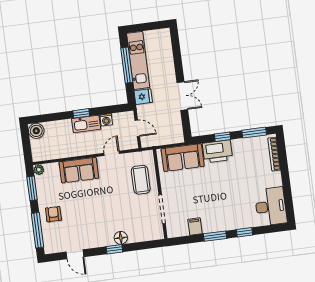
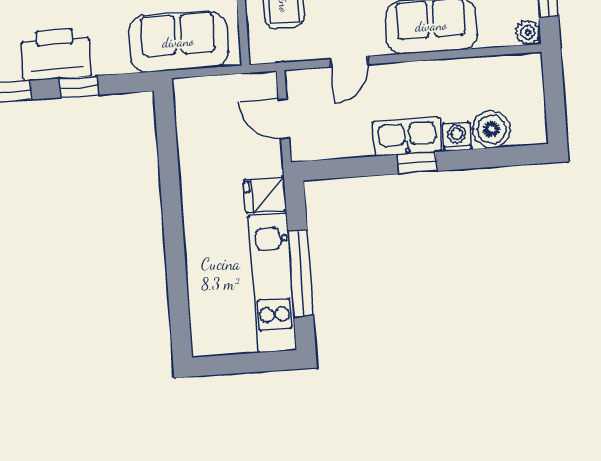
double door: (182, 96) -> (170, 191), removed
washing machine: (106, 120) -> (457, 137), moved
boiler: (36, 131) -> (491, 129), moved
printer: (217, 151) -> (56, 54), moved

